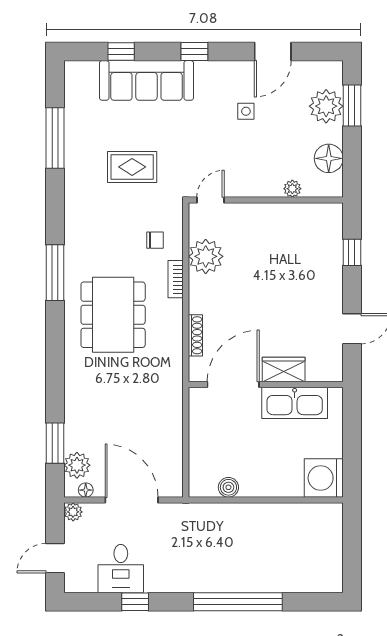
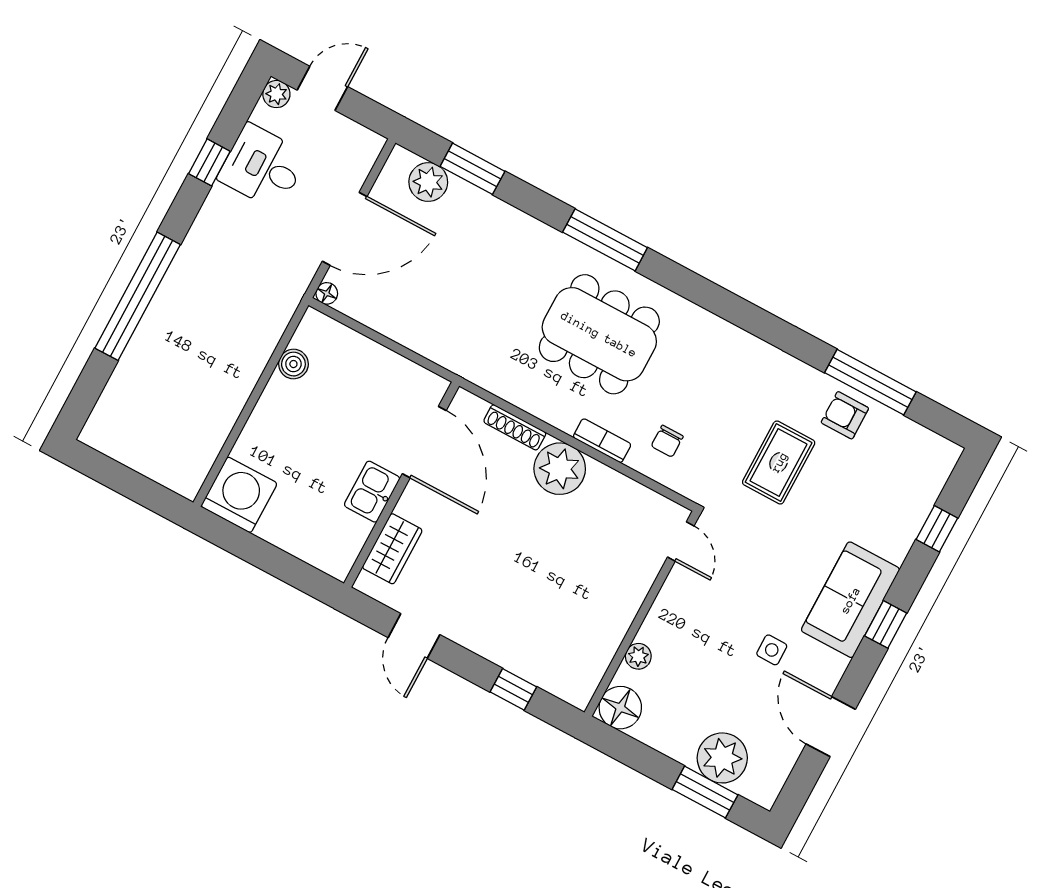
sofa: (146, 80) -> (850, 600), moved, width x0.73
armchair: (83, 143) -> (845, 415), added
floor lamp: (329, 158) -> (620, 708), moved
plant: (206, 256) -> (560, 469), moved
window: (55, 273) -> (605, 240), moved
wardrobe: (284, 370) -> (392, 549), moved
kitchen sink: (295, 403) -> (372, 492), width x0.53, depth x0.81
floor lamp: (86, 490) -> (327, 293), moved
plant: (73, 512) -> (276, 94), moved
door: (55, 558) -> (322, 88), hinge flipped

